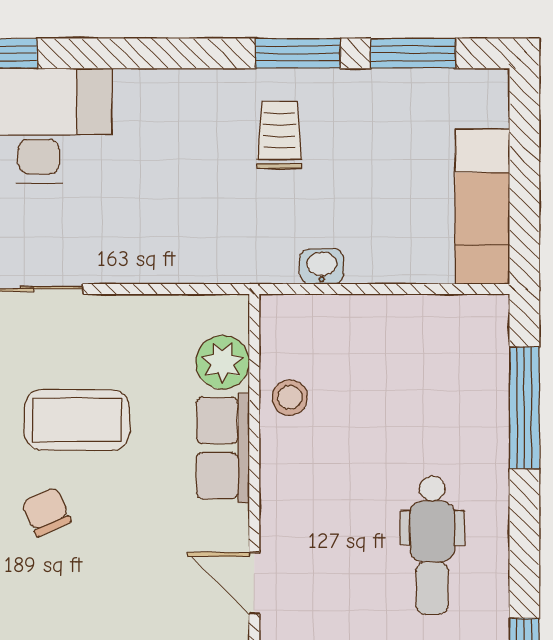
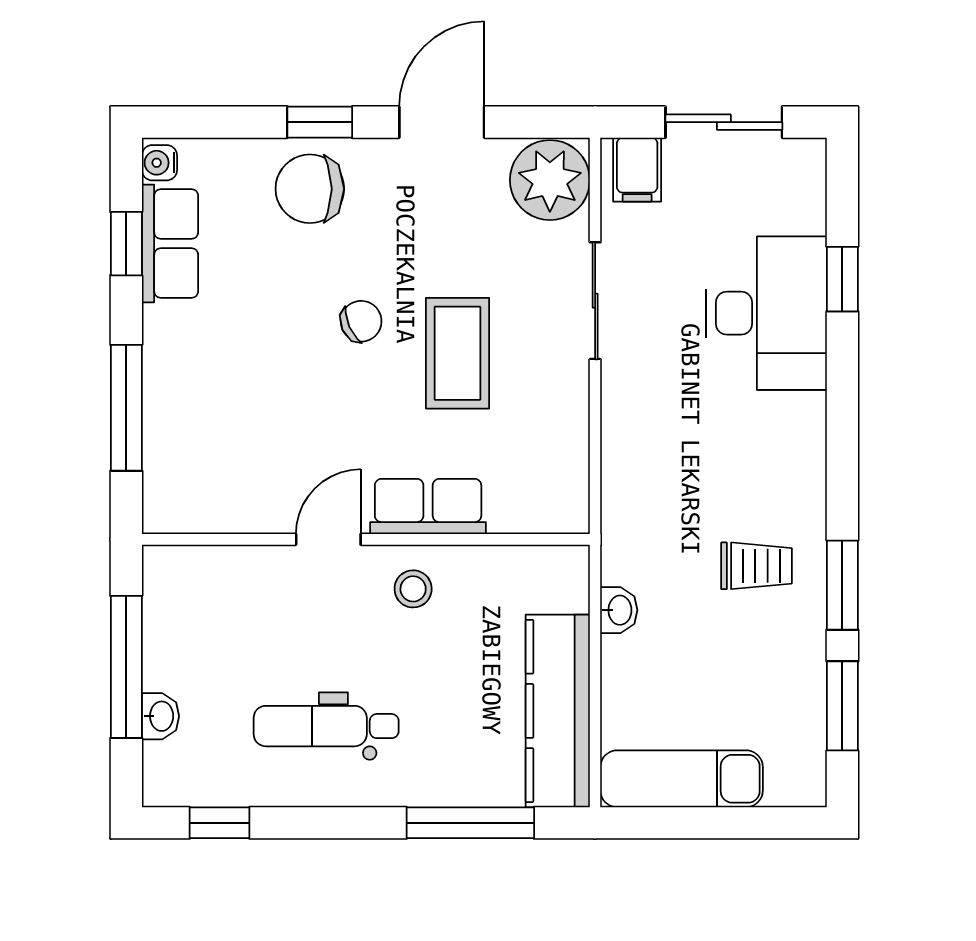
kitchen counter: (418, 324) -> (558, 711), added
plant: (223, 362) -> (518, 506), removed
stool: (290, 398) -> (413, 589), moved
door: (254, 583) -> (328, 539), moved

